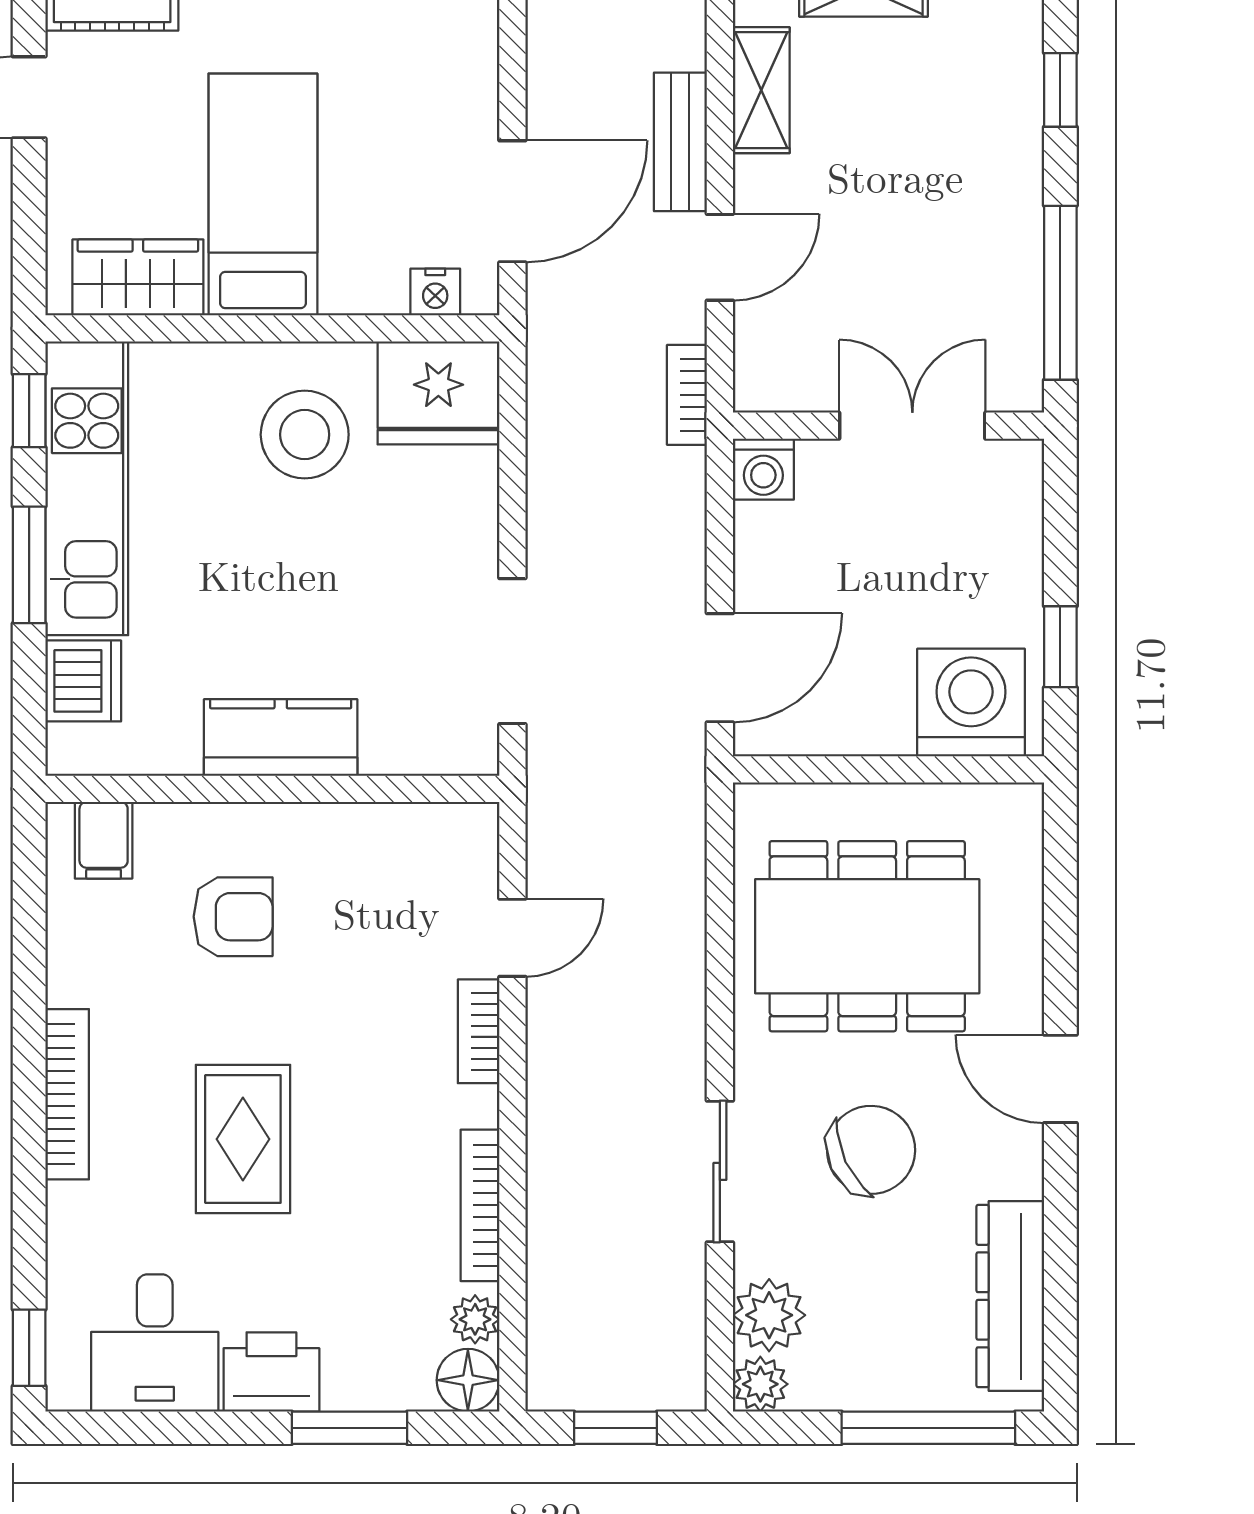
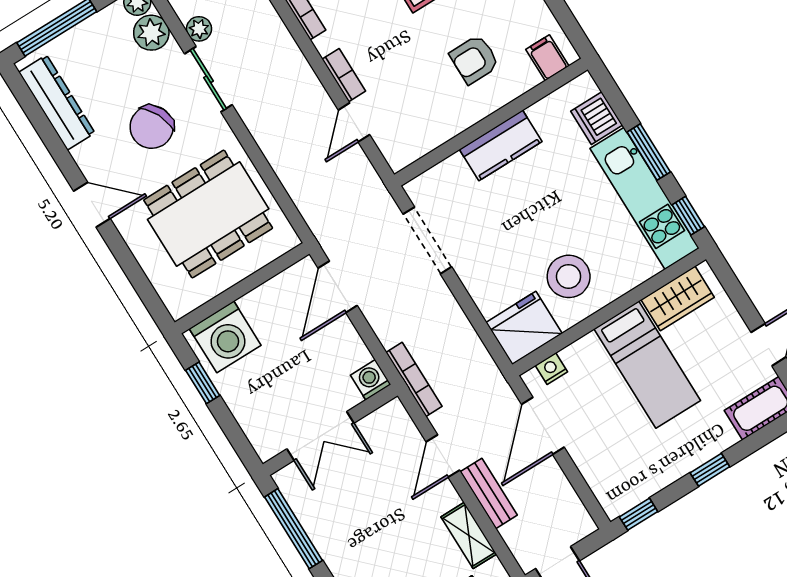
bookcase: (687, 395) -> (414, 379), width x1.56
plant: (681, 1270) -> (199, 29), added

